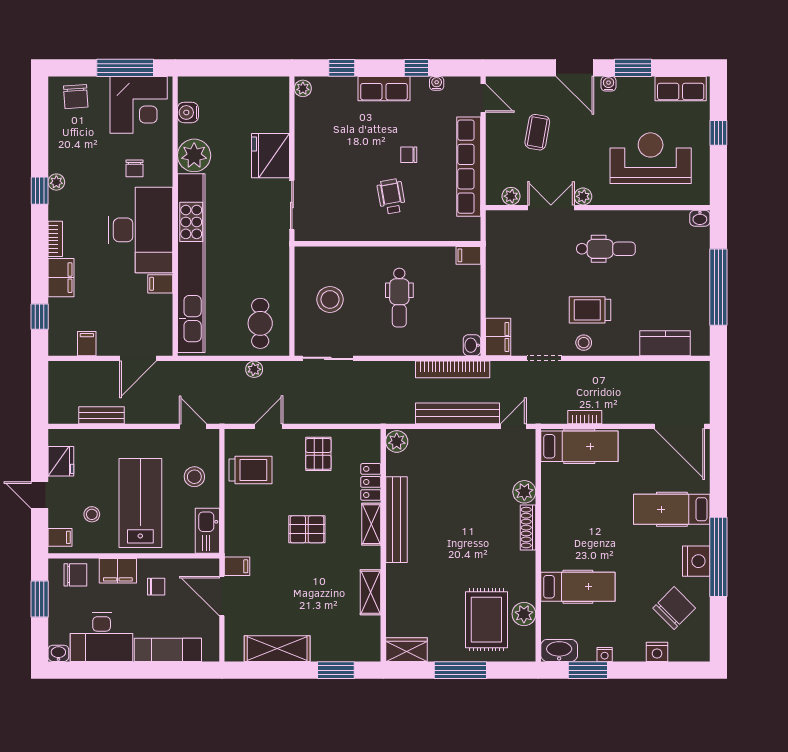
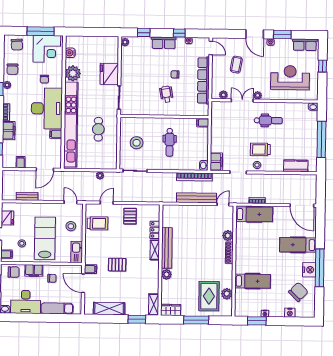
chair: (67, 148) -> (12, 69), added
cafe table: (260, 323) -> (98, 129), moved
plant: (397, 441) -> (166, 274), moved
pallet: (307, 529) -> (117, 265), moved
shelving: (370, 592) -> (154, 305), moved
washbasin: (559, 650) -> (243, 311), removed

